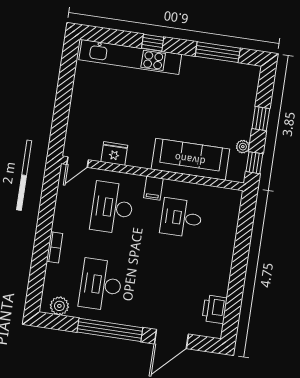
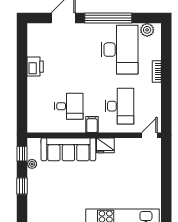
fridge: (114, 154) -> (105, 145), moved
desk: (101, 285) -> (120, 50), width x1.36, depth x1.30
printer: (214, 309) -> (35, 67), moved

